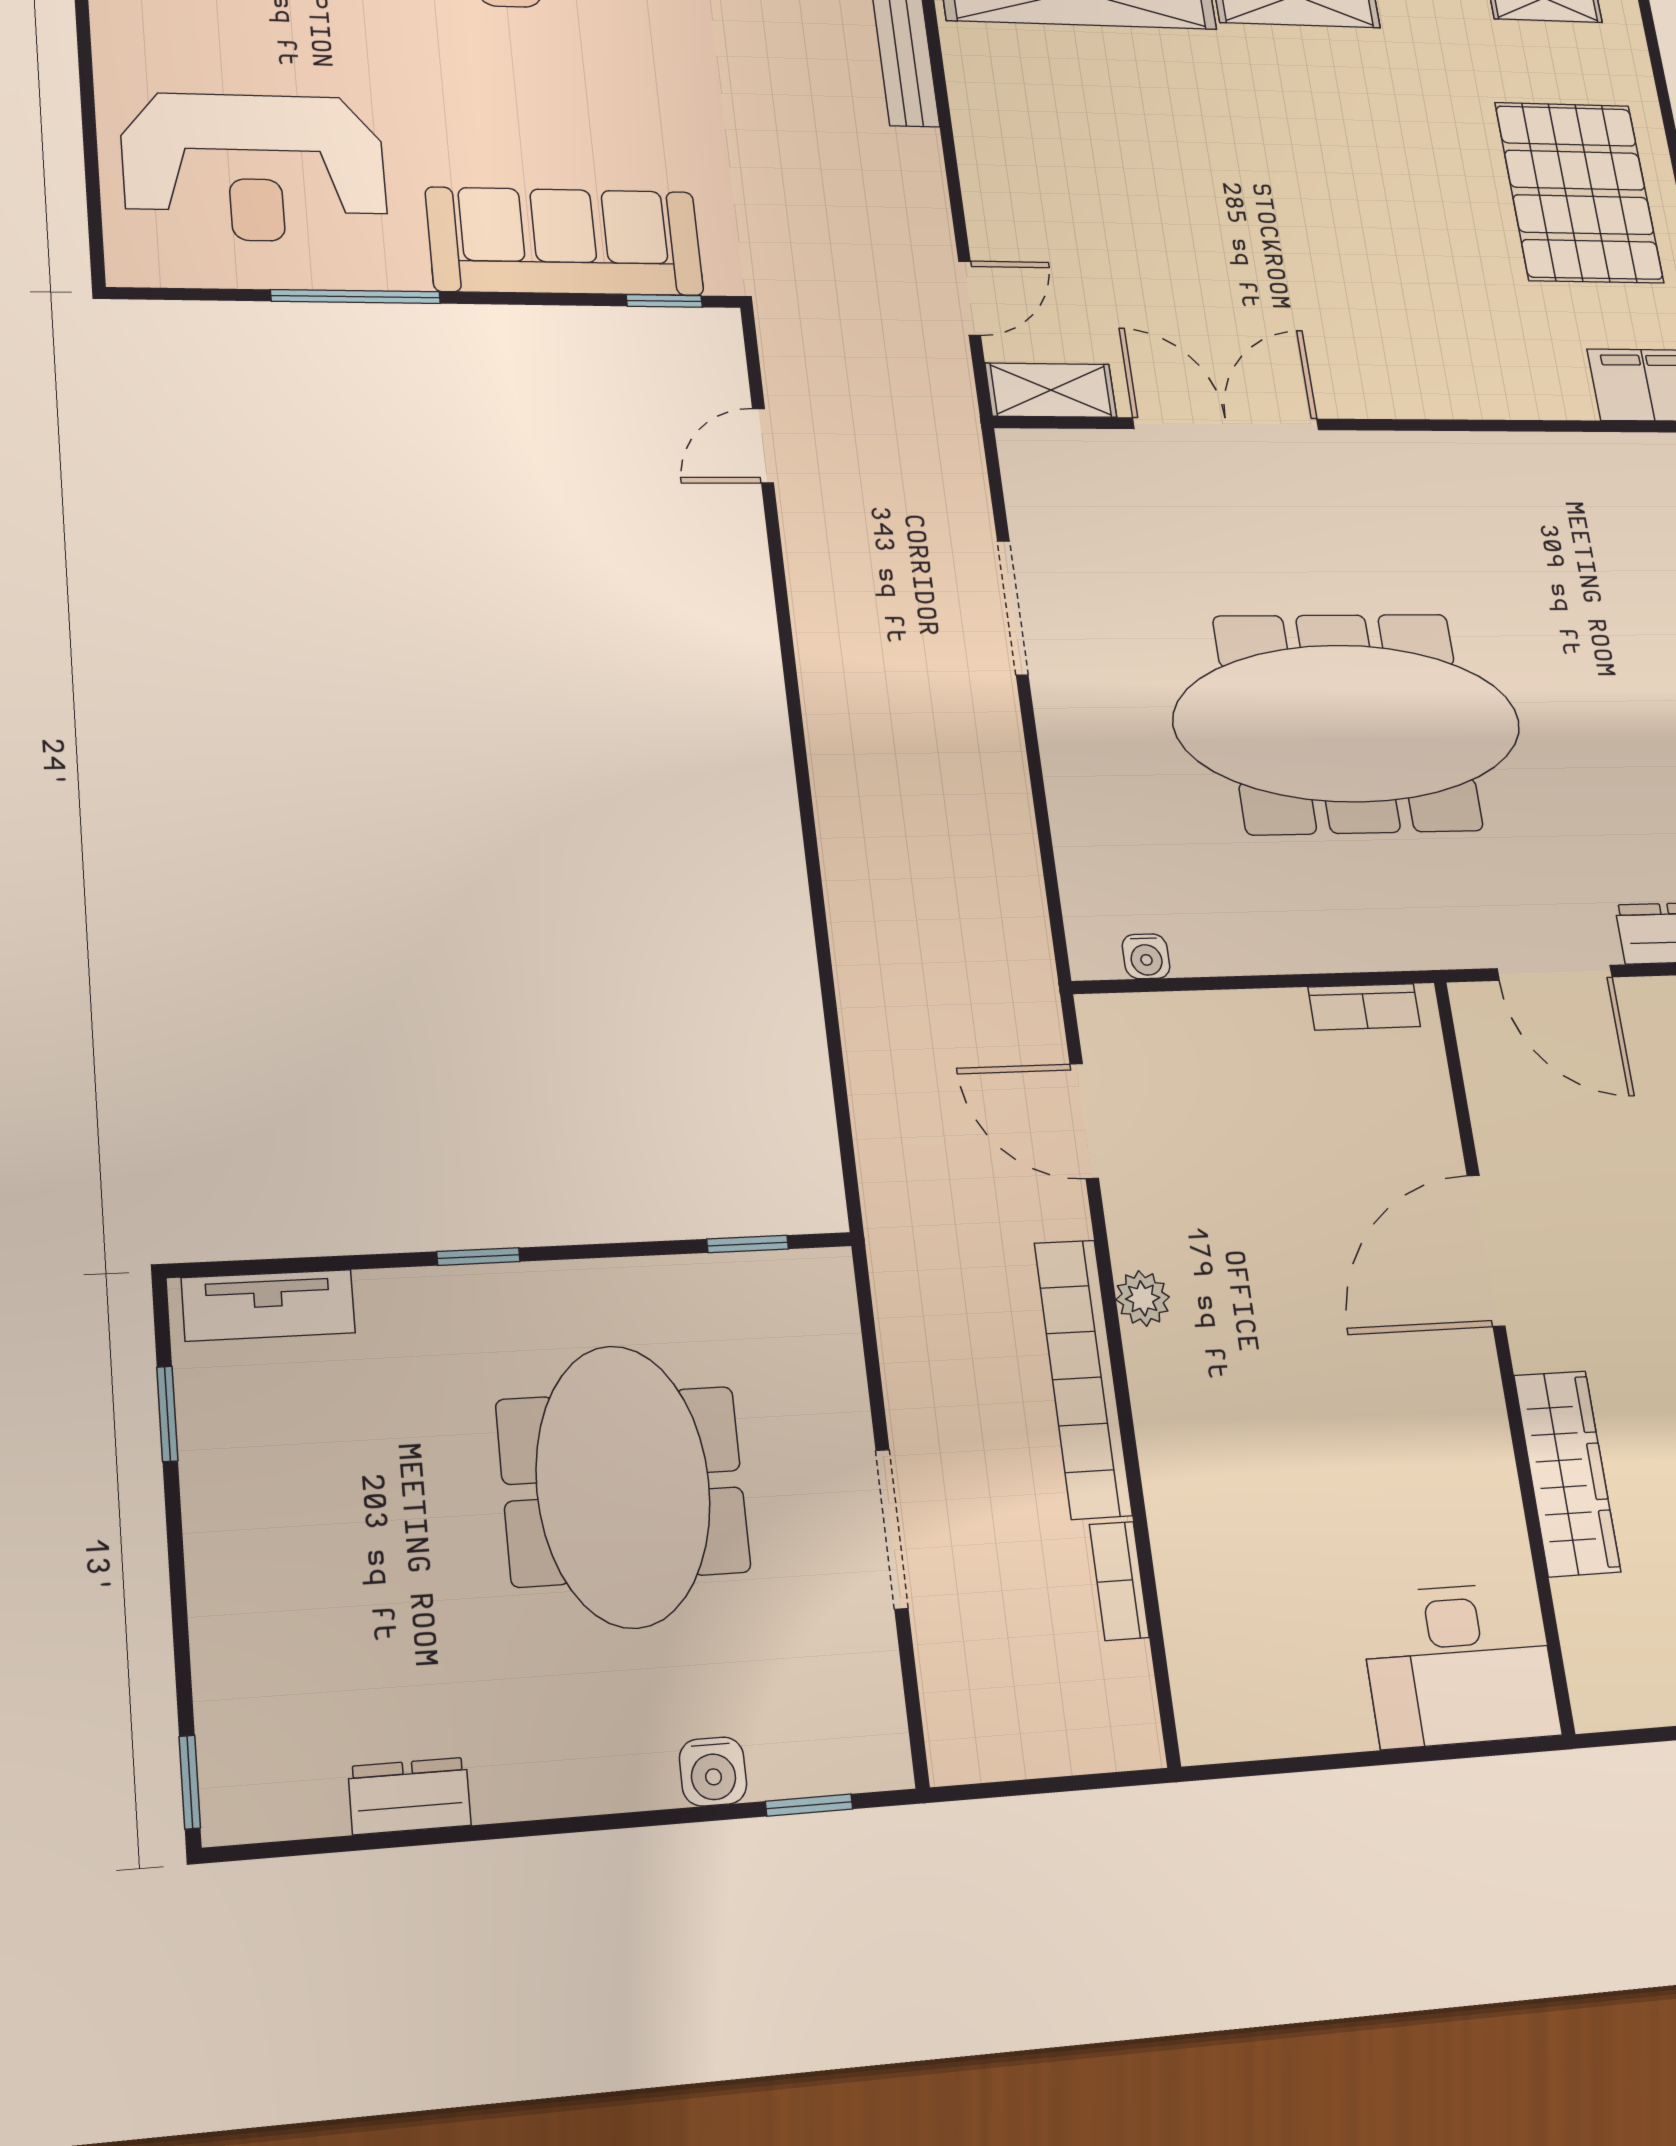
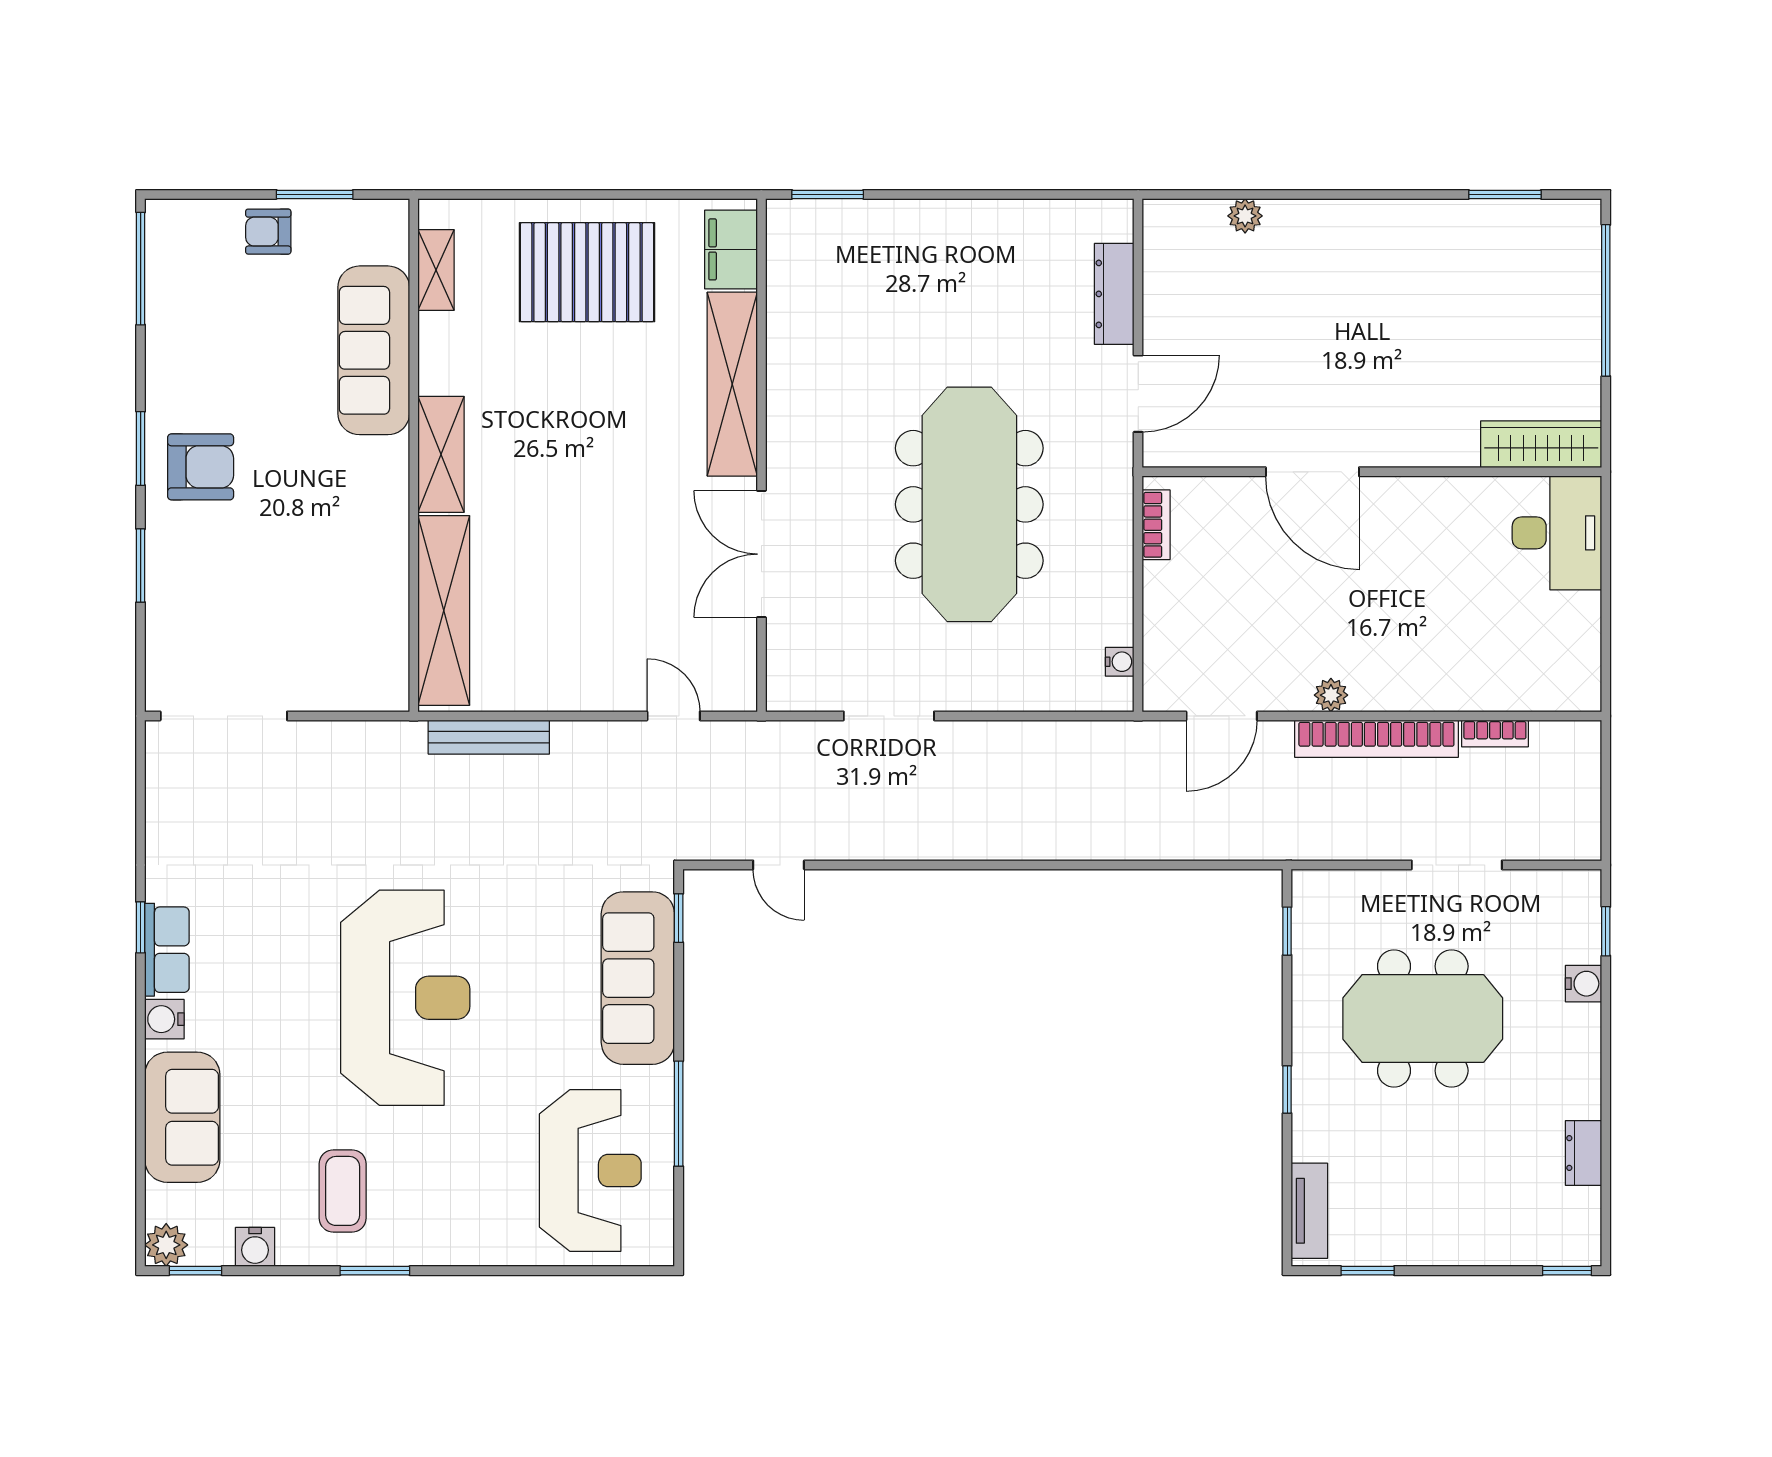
shelving: (1051, 390) -> (732, 384), moved, width x2.20, depth x1.33
wardrobe: (1567, 1473) -> (1541, 444), moved

